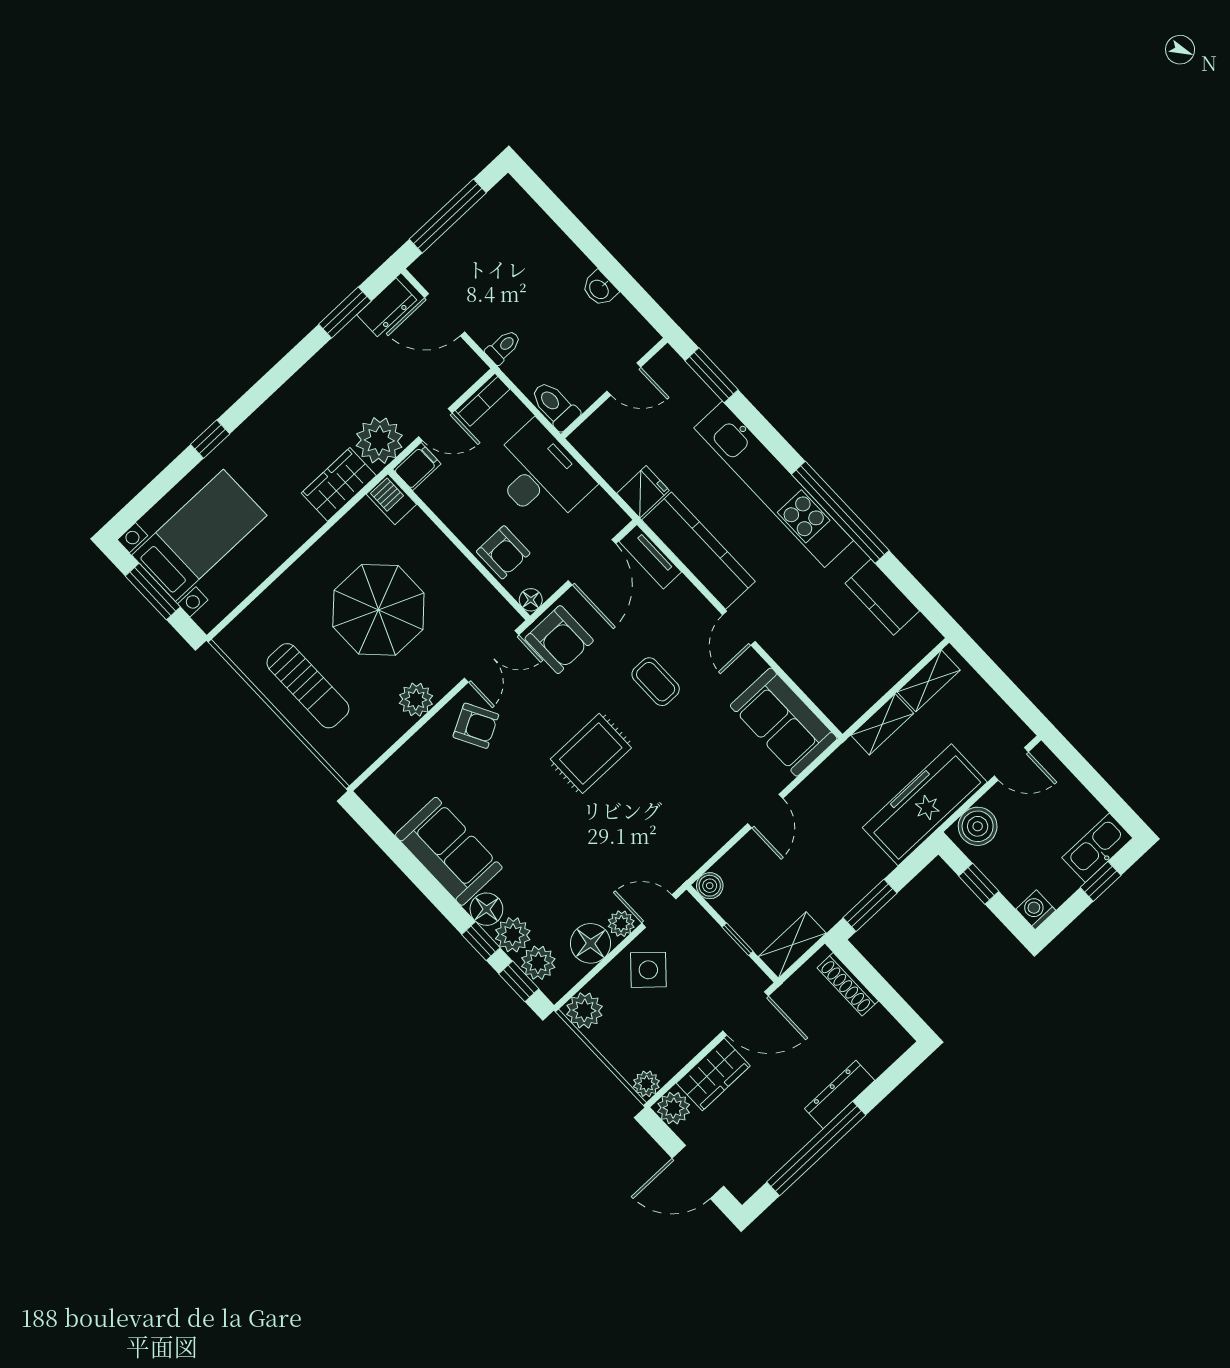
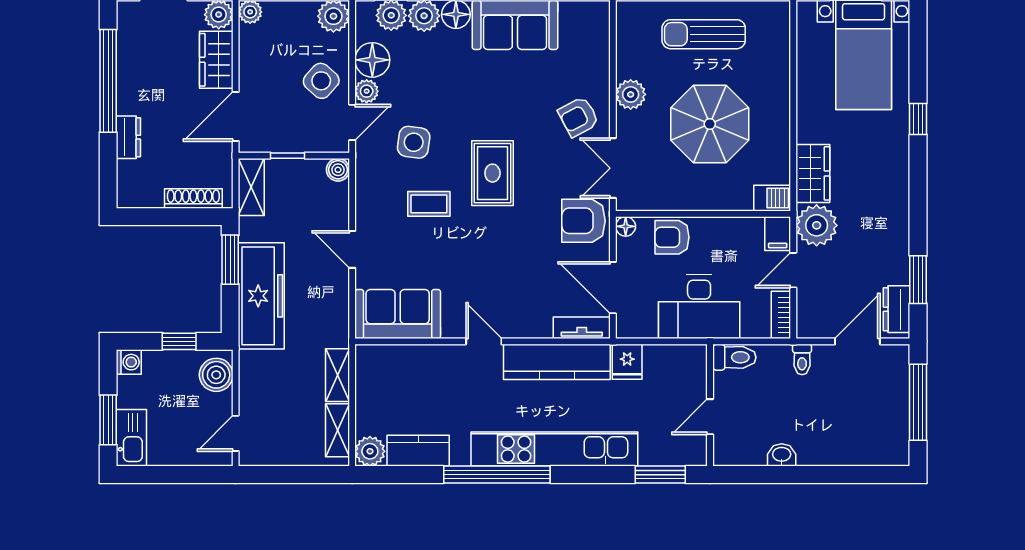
plant: (921, 637) -> (370, 451), added
coffee table: (656, 682) -> (429, 204), moved
freezer: (925, 805) -> (261, 296), moved
side table: (627, 844) -> (414, 142), added
window: (1101, 881) -> (108, 420), width x1.50
dresser: (840, 1094) -> (128, 137), width x0.70

